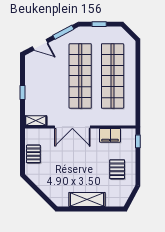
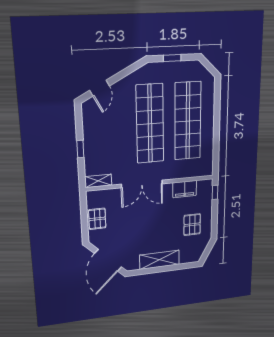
window: (63, 32) -> (128, 71), removed
door: (40, 45) -> (100, 88), hinge flipped
door: (41, 194) -> (108, 260), added

